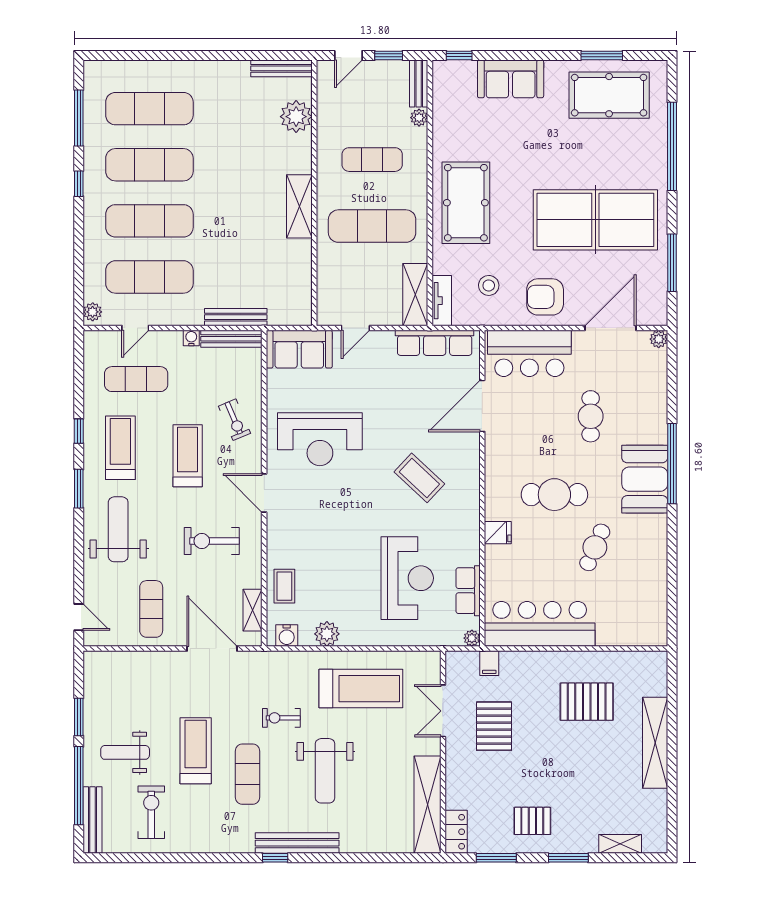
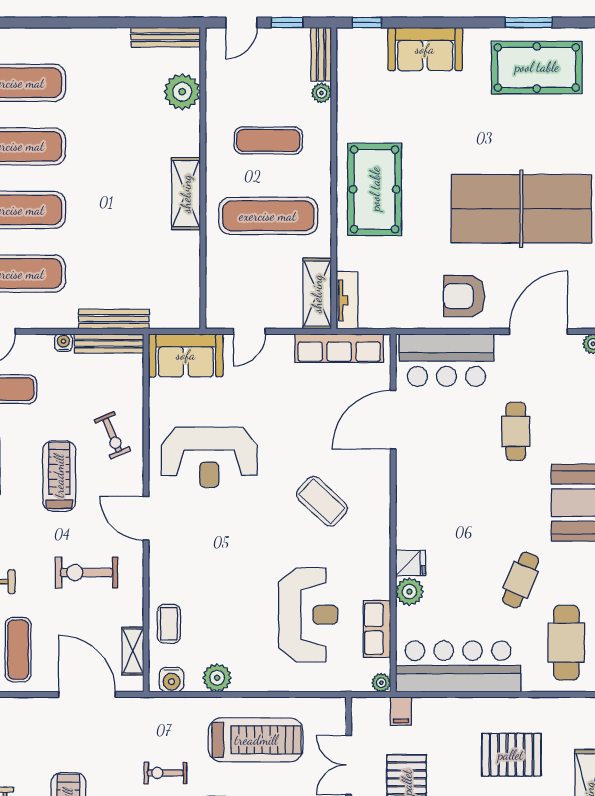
stool: (489, 285) -> (400, 283), removed
cafe table: (554, 495) -> (566, 643), moved, turned 90
plant: (497, 558) -> (409, 592), added

